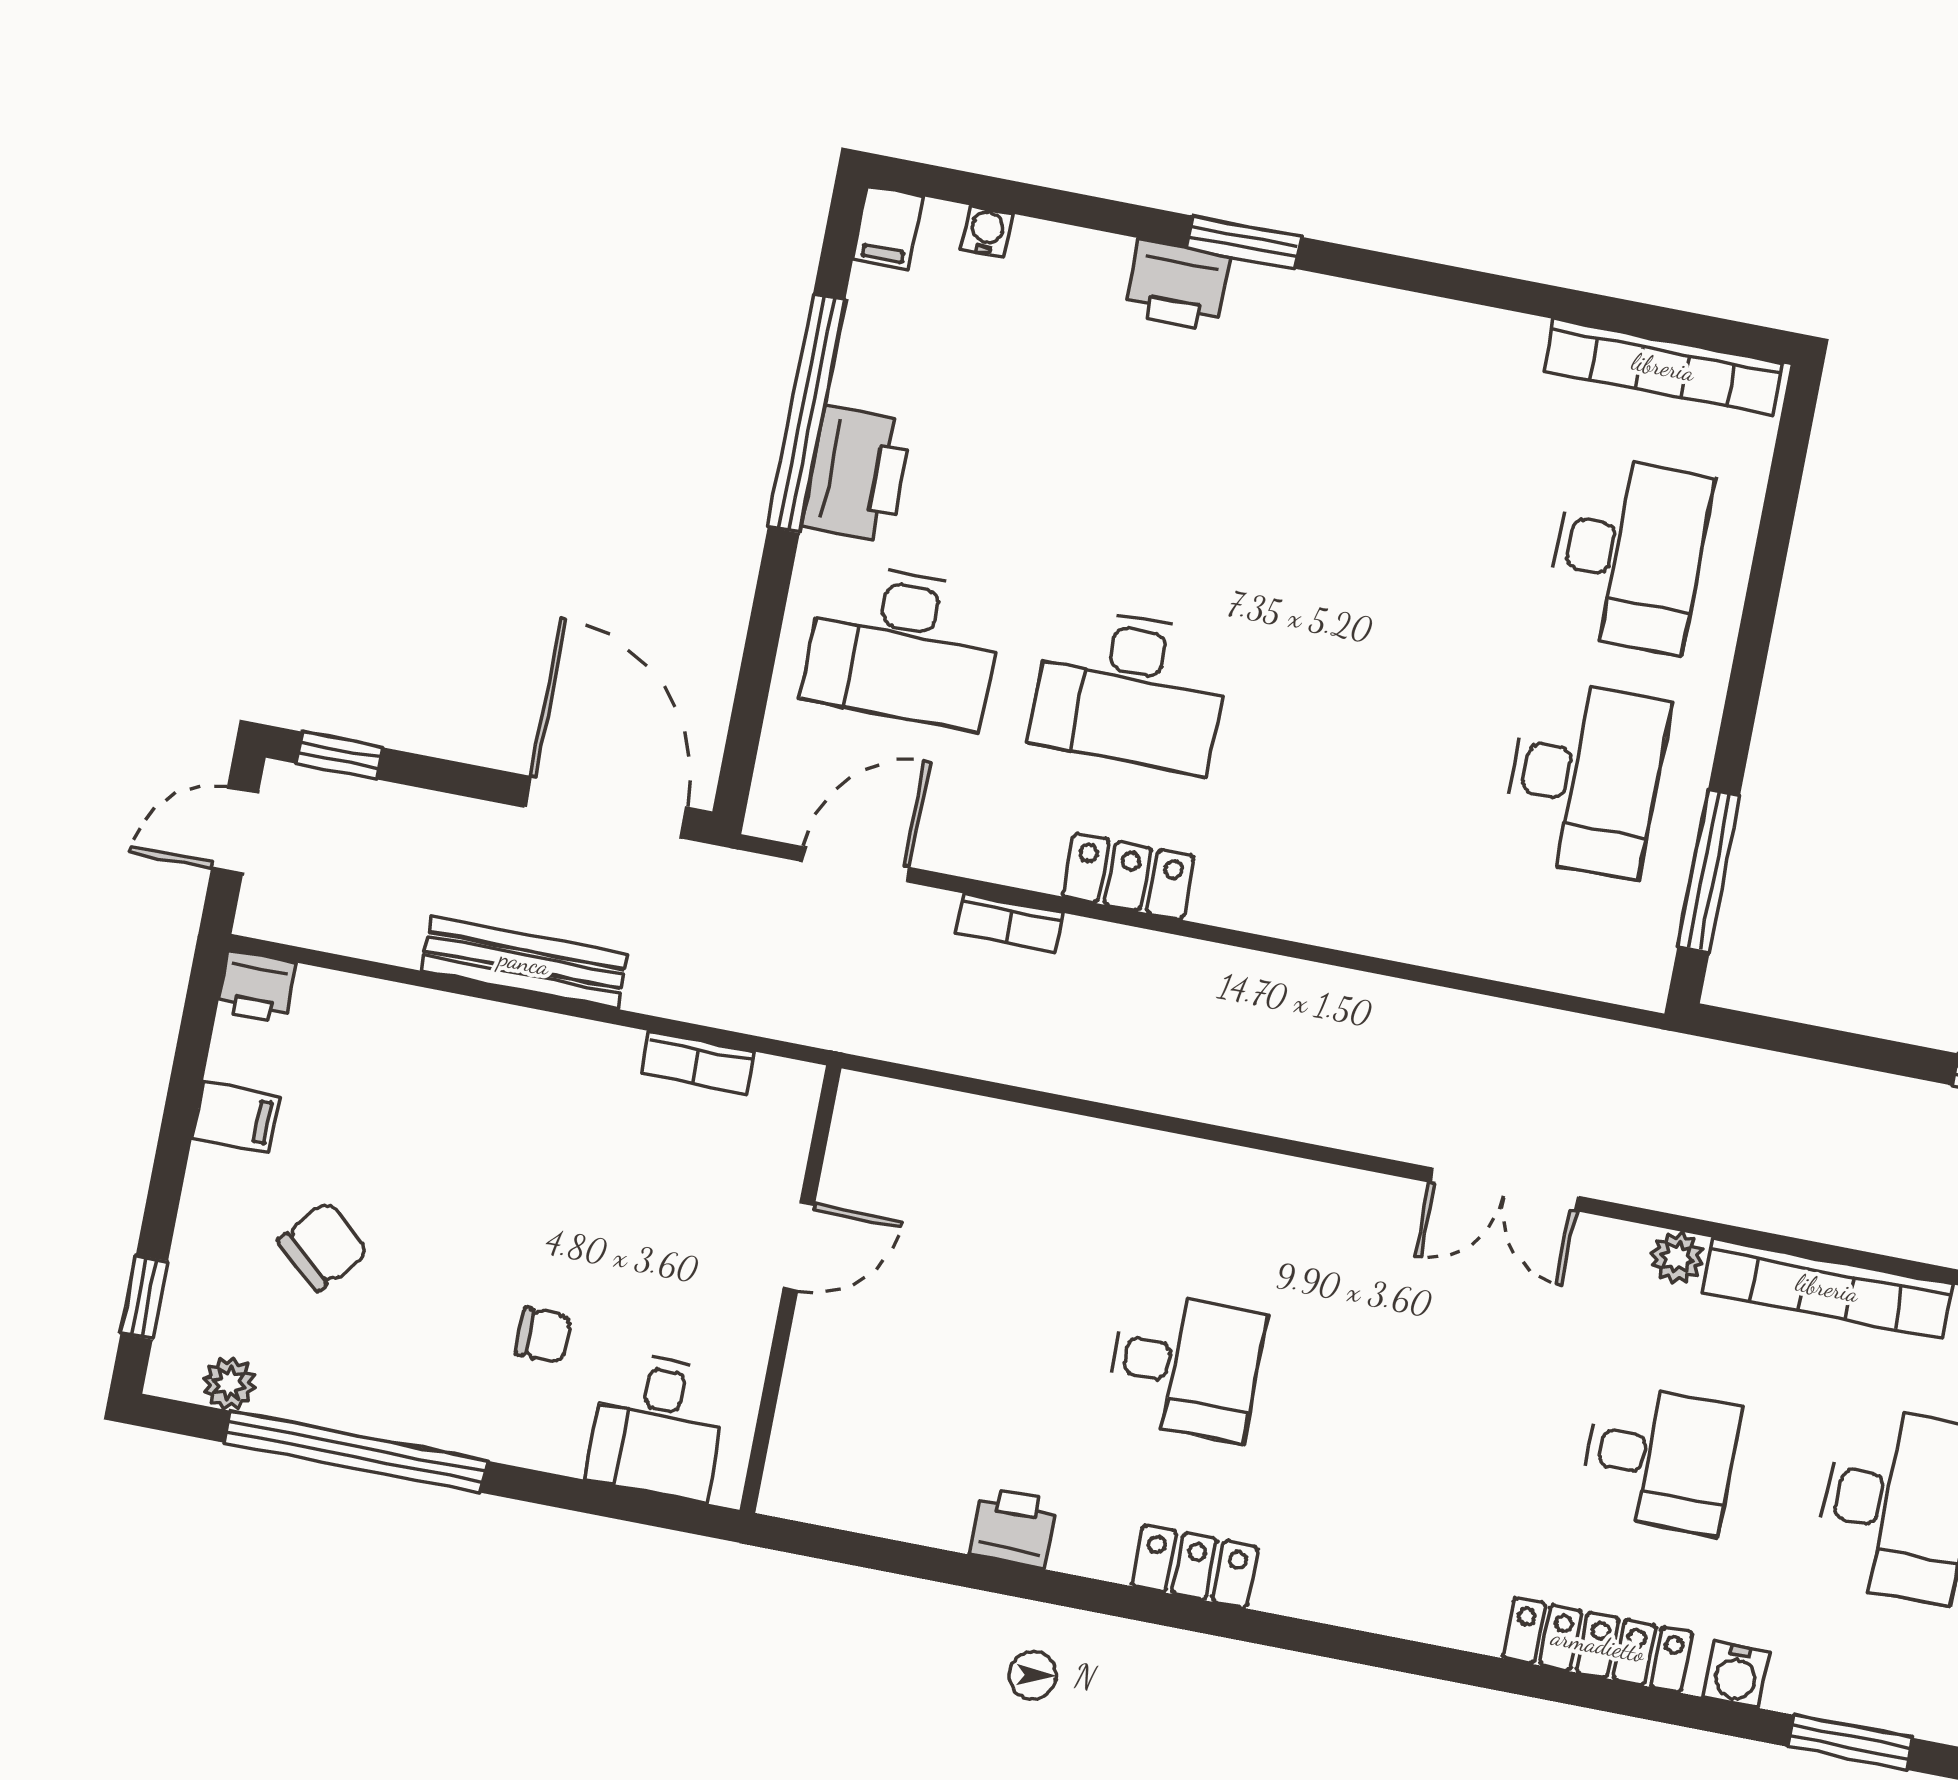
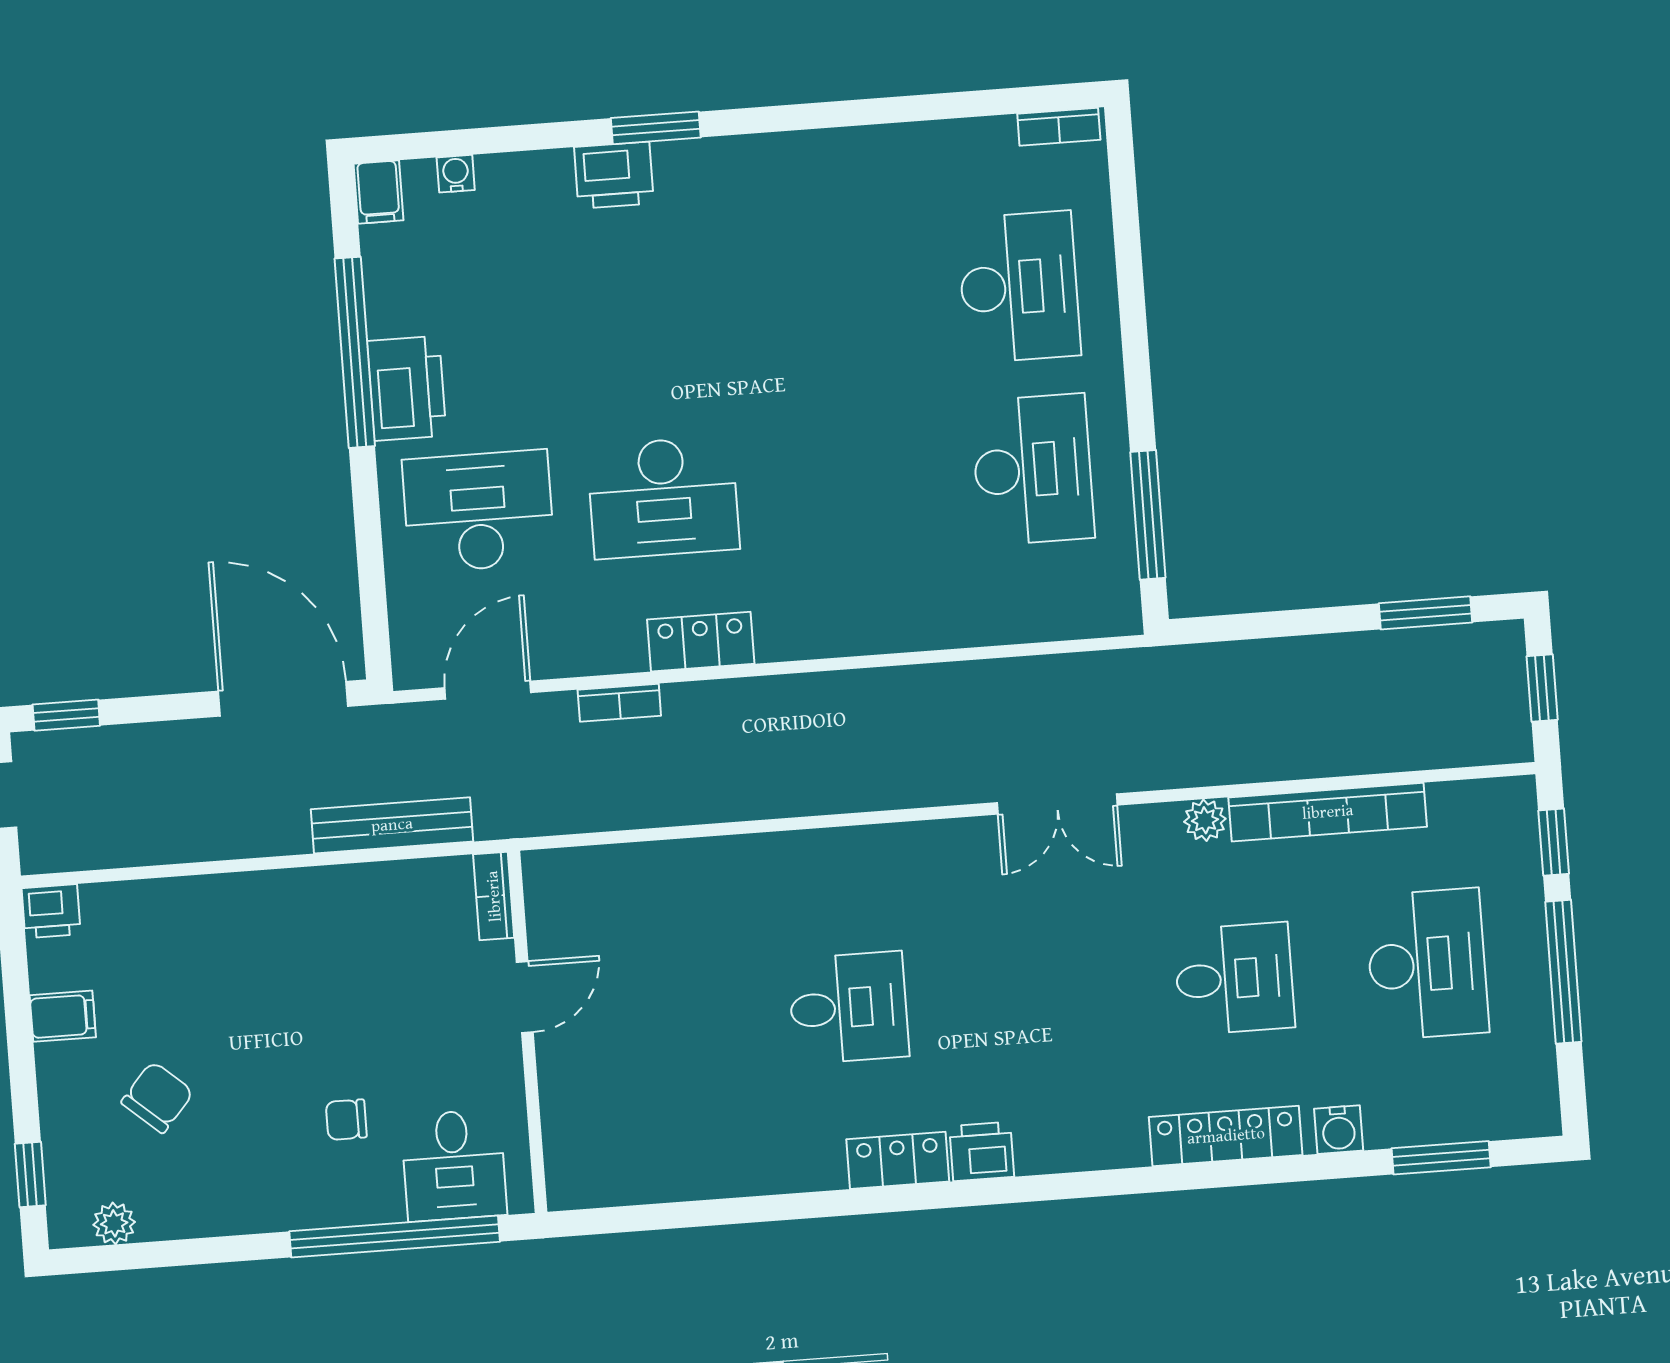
bookcase: (1663, 367) -> (1059, 127), width x0.43, depth x0.76
desk: (903, 646) -> (478, 511), turned 180
bench: (524, 962) -> (392, 825), moved
bookcase: (698, 1063) -> (494, 896), moved, turned 90
chair: (543, 1335) -> (346, 1120), turned 180
window: (355, 1452) -> (395, 1236), moved
printer: (1013, 1528) -> (982, 1151), moved

